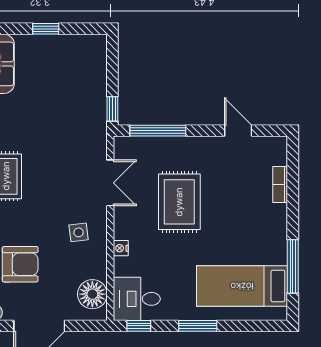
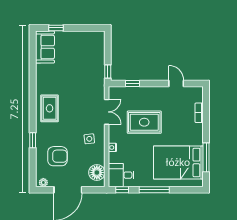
window: (46, 29) -> (56, 28), moved
window: (158, 131) -> (133, 83), width x0.46
rug: (179, 202) -> (144, 122), turned 90
bed: (242, 286) -> (178, 162), width x1.50
window: (198, 326) -> (154, 190), width x1.44

